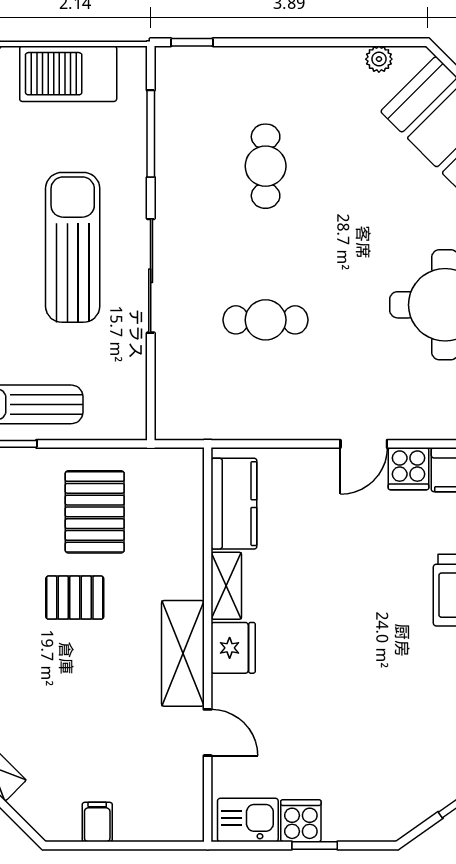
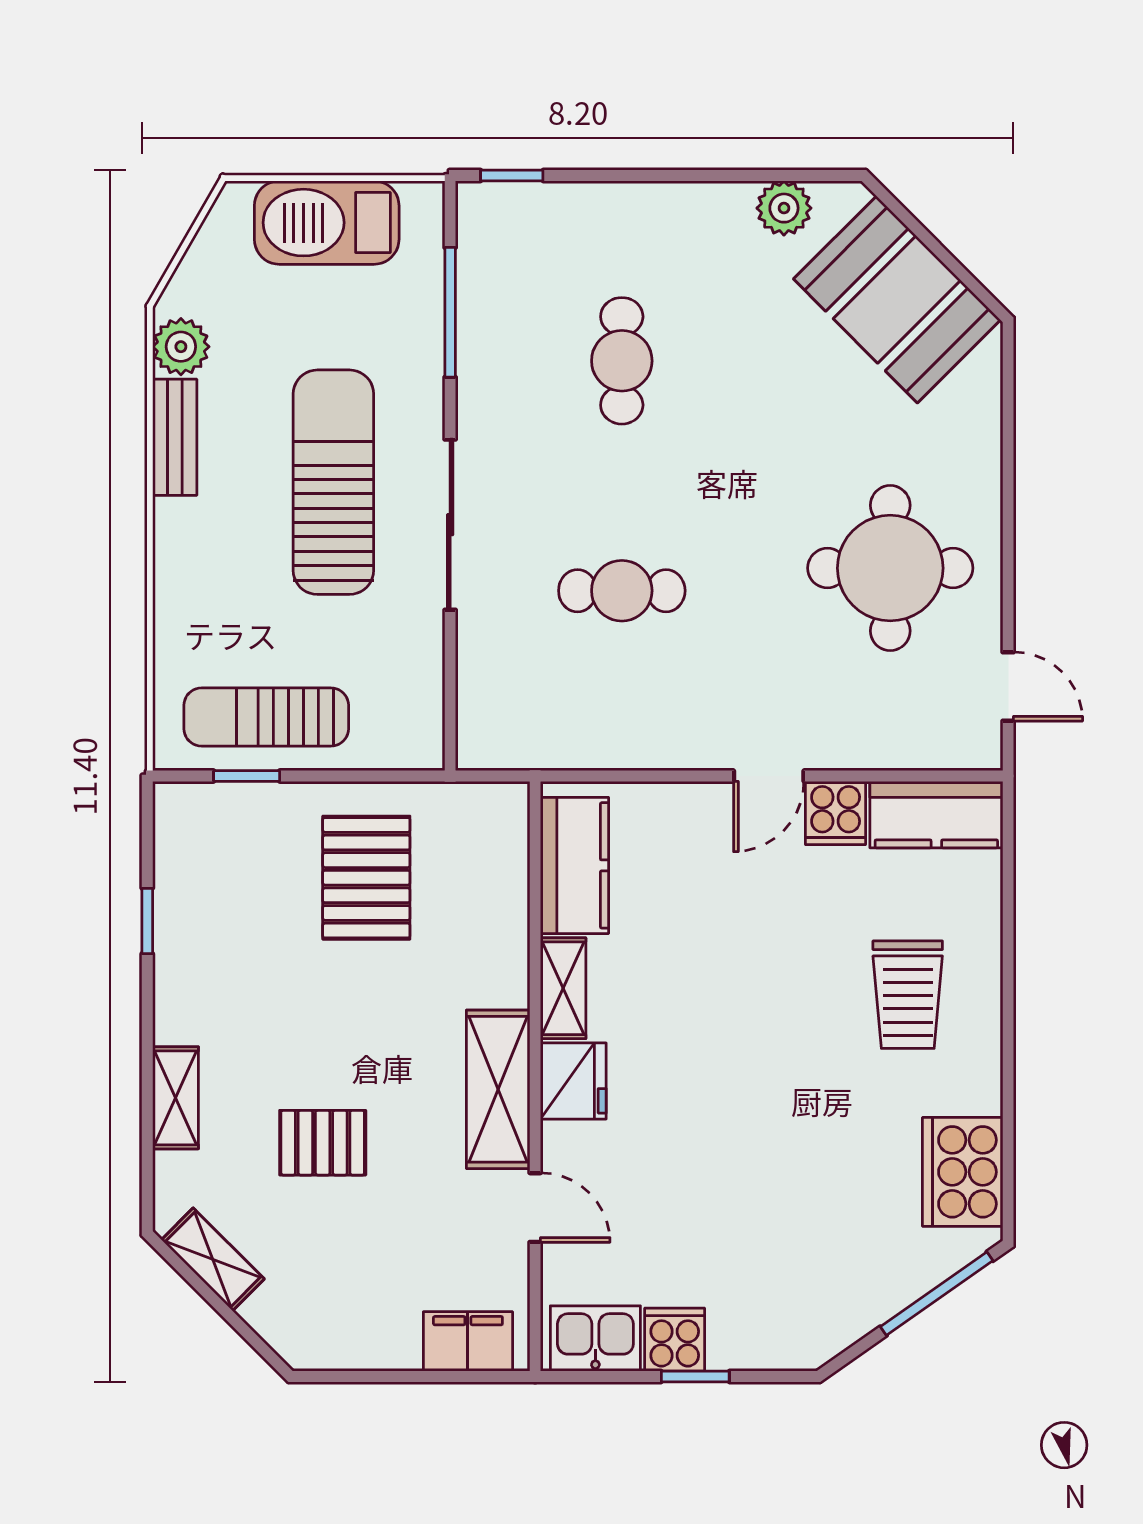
plant: (379, 59) -> (784, 208), width x1.38, depth x1.38
pallet: (75, 598) -> (323, 1143), moved
filing cabinet: (97, 822) -> (468, 1341), moved, width x2.00

